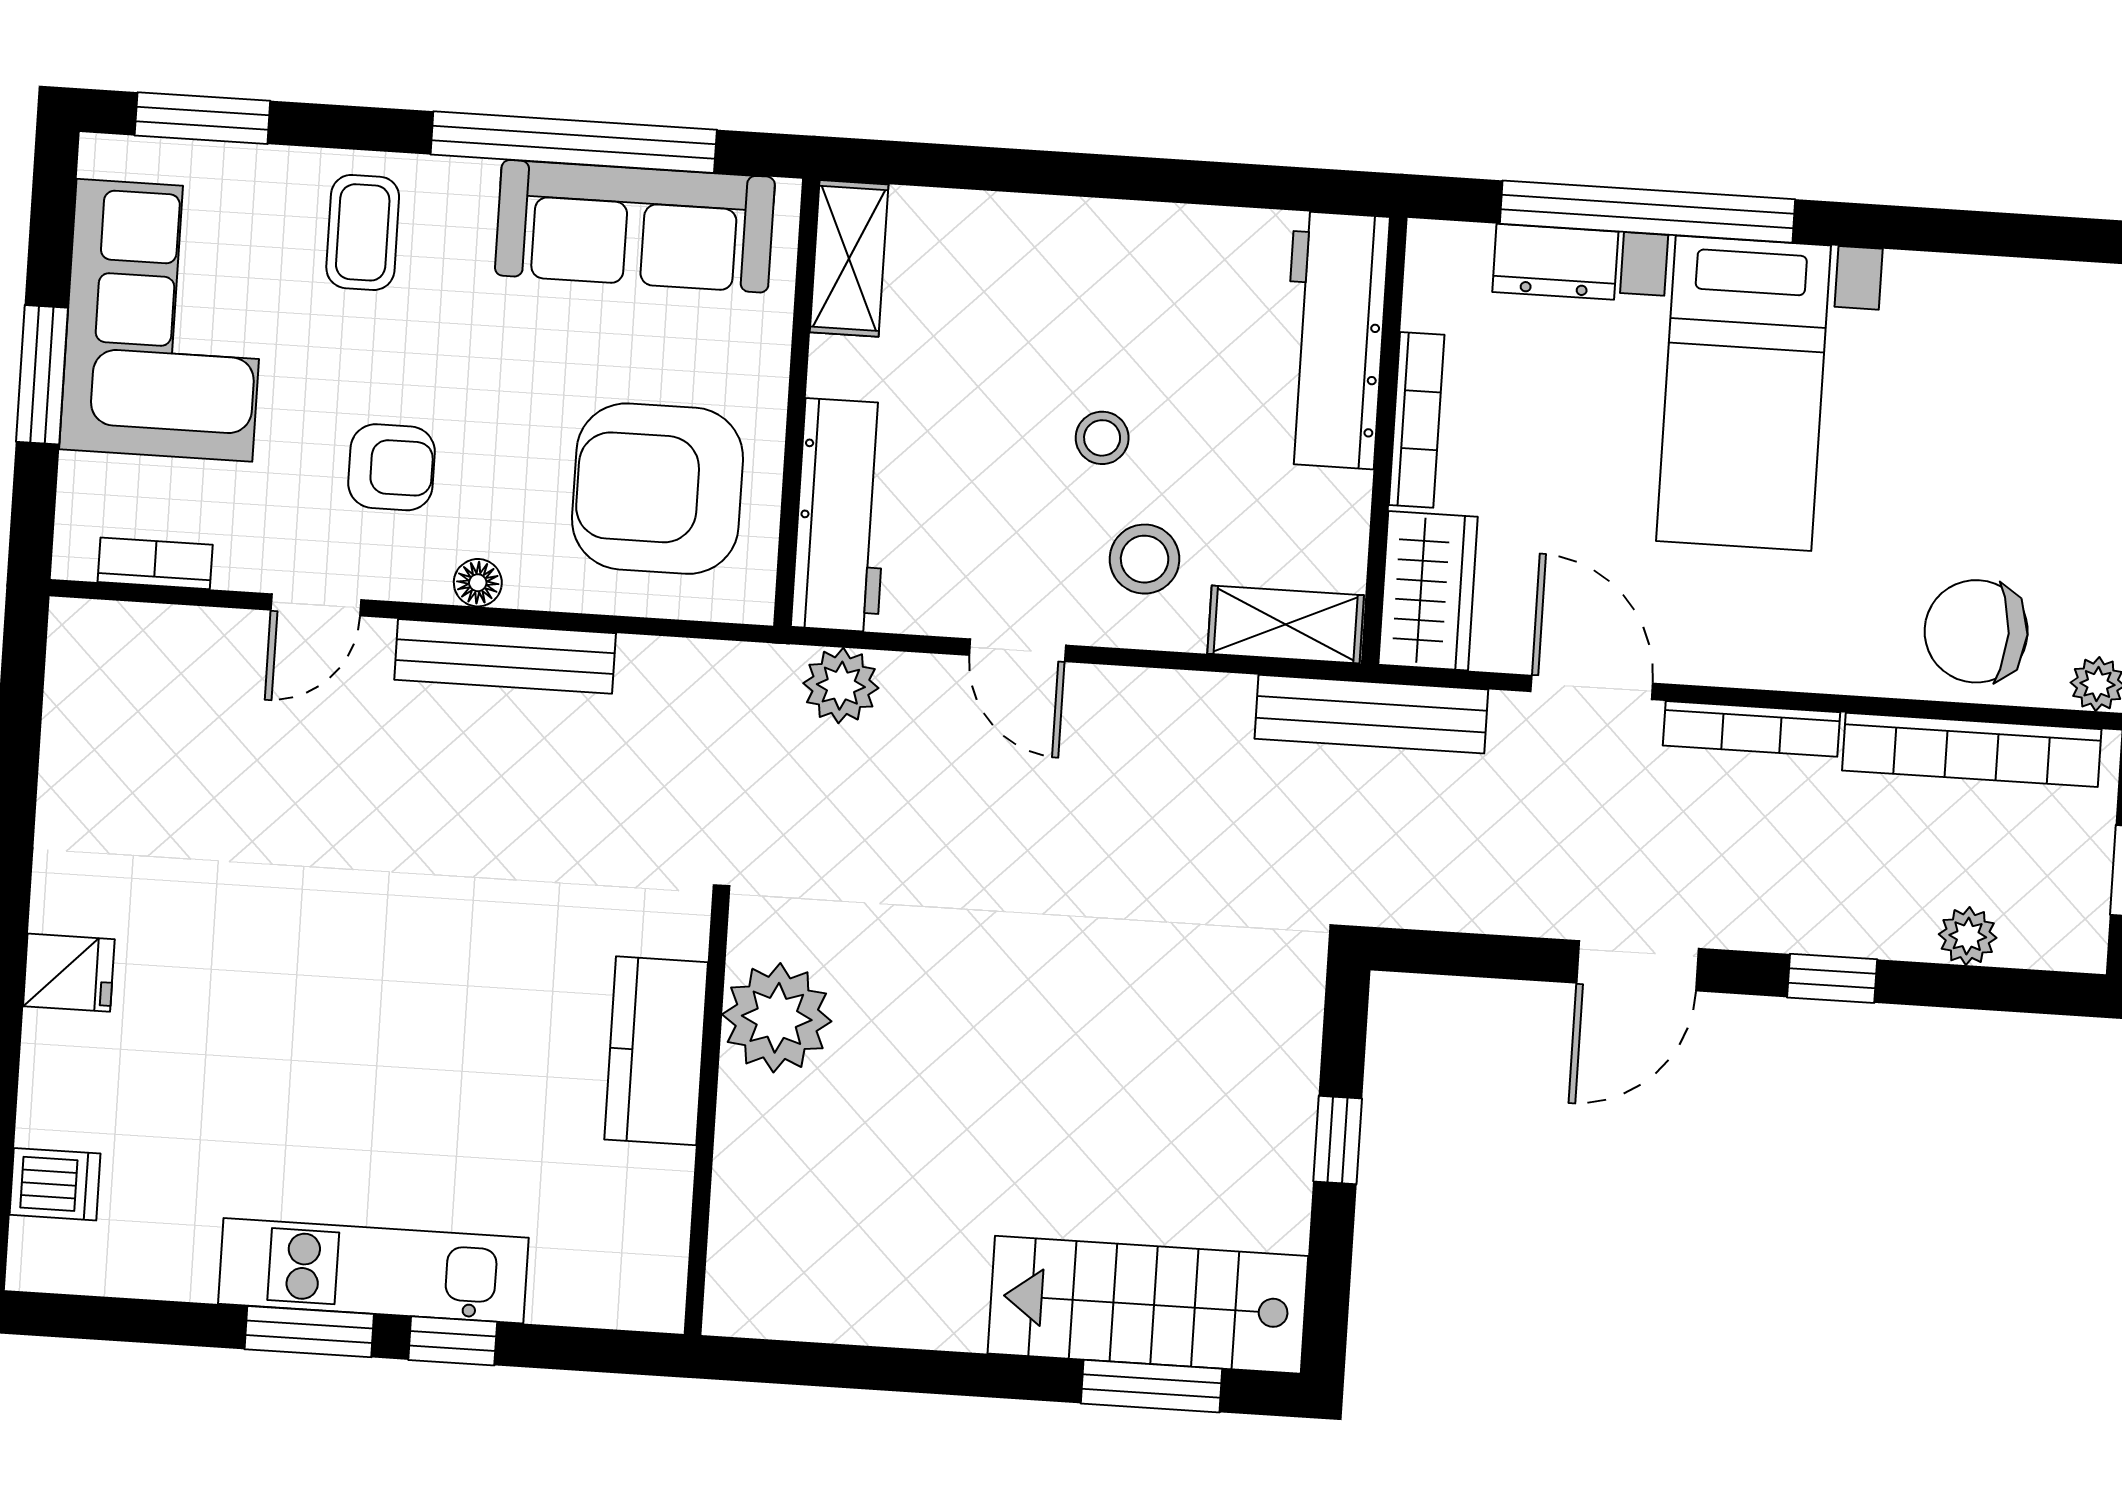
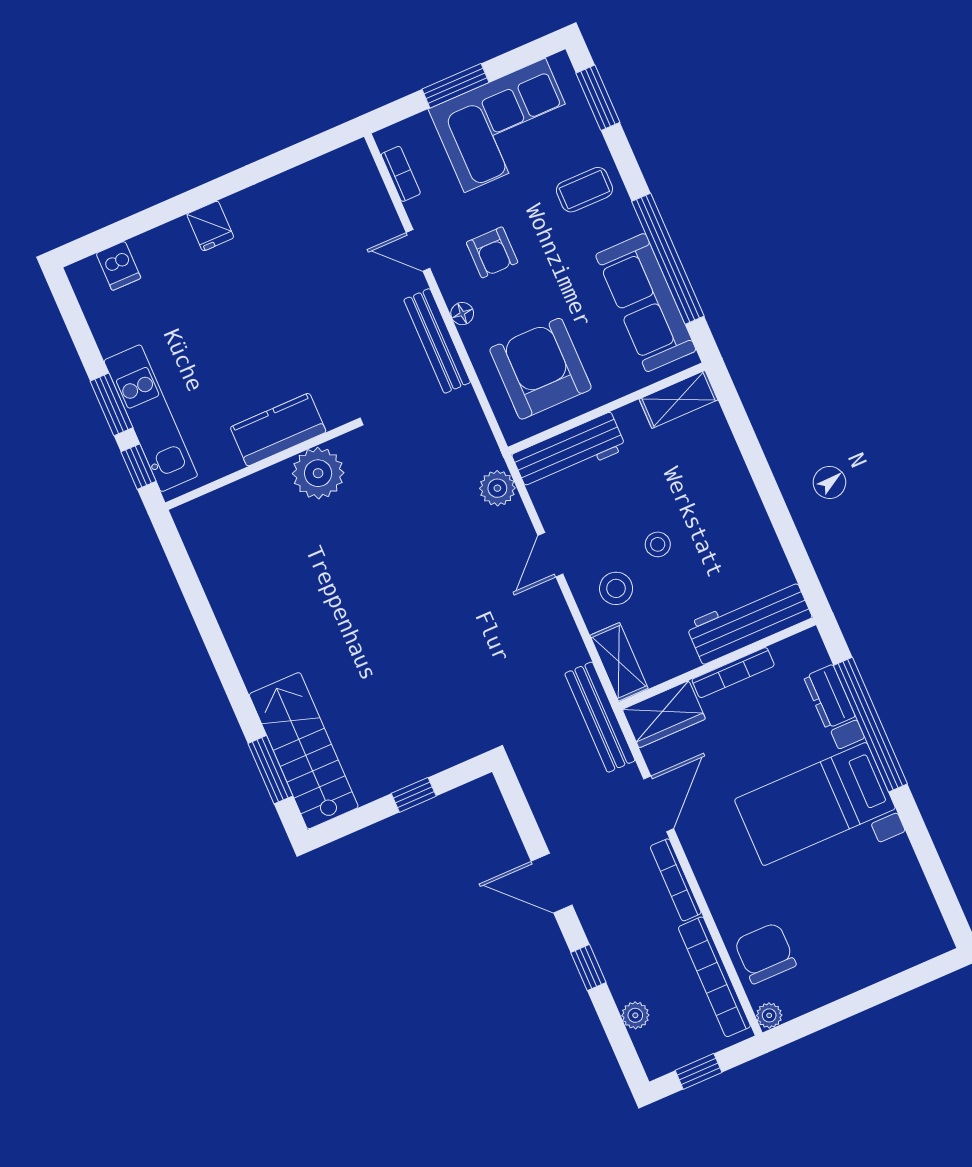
plant: (777, 1018) -> (318, 473), moved
kitchen counter: (656, 1051) -> (278, 430), moved
wall: (707, 1118) -> (261, 465), moved

